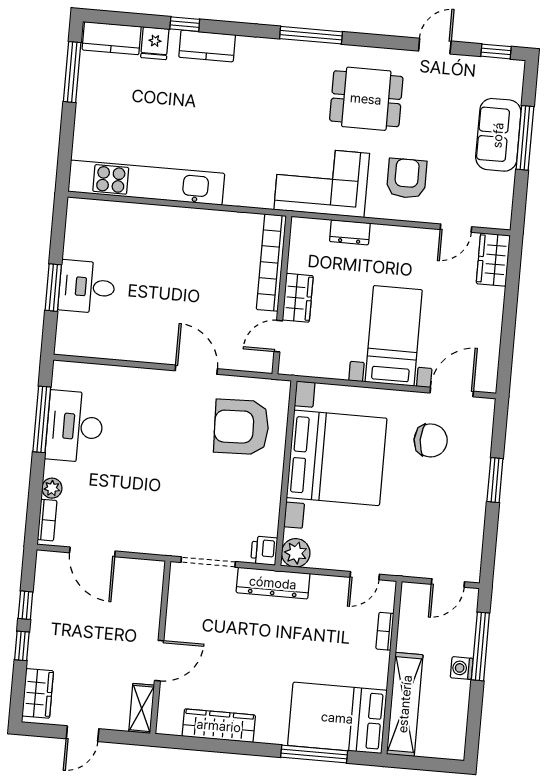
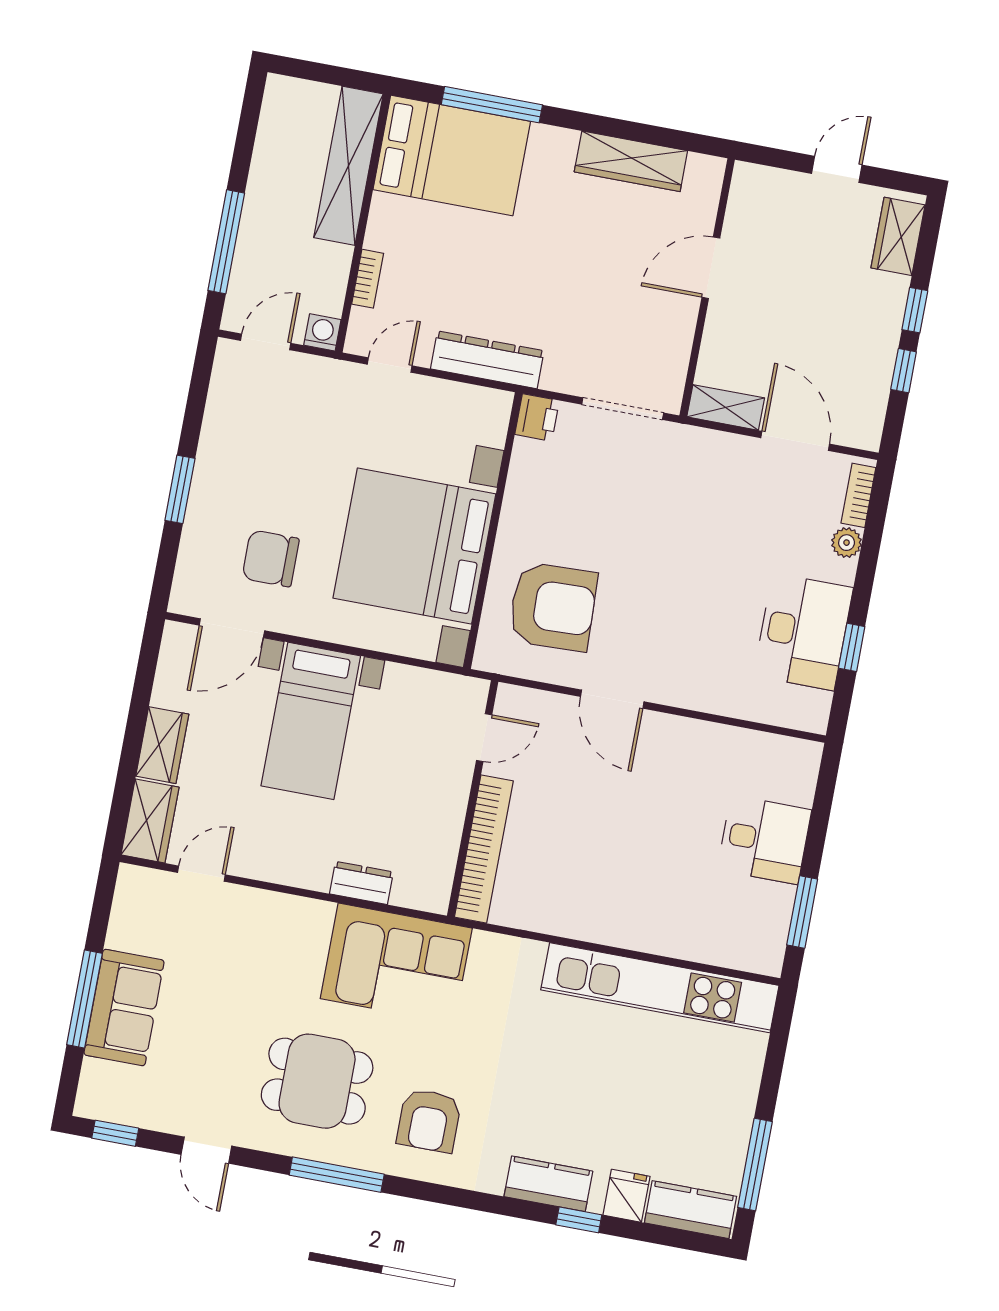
window: (311, 35) -> (337, 1175), moved
door: (435, 46) -> (206, 1150), hinge flipped
armchair: (407, 178) -> (429, 1121), moved
window: (53, 288) -> (802, 912), moved
wardrobe: (298, 298) -> (162, 745), moved, turned 180
window: (42, 419) -> (852, 647), width x0.46
plant: (296, 553) -> (490, 409), removed
dresser: (273, 583) -> (487, 360), moved
washing machine: (462, 668) -> (322, 332), moved, turned -90
shelving: (142, 708) -> (726, 407), moved, turned 90

